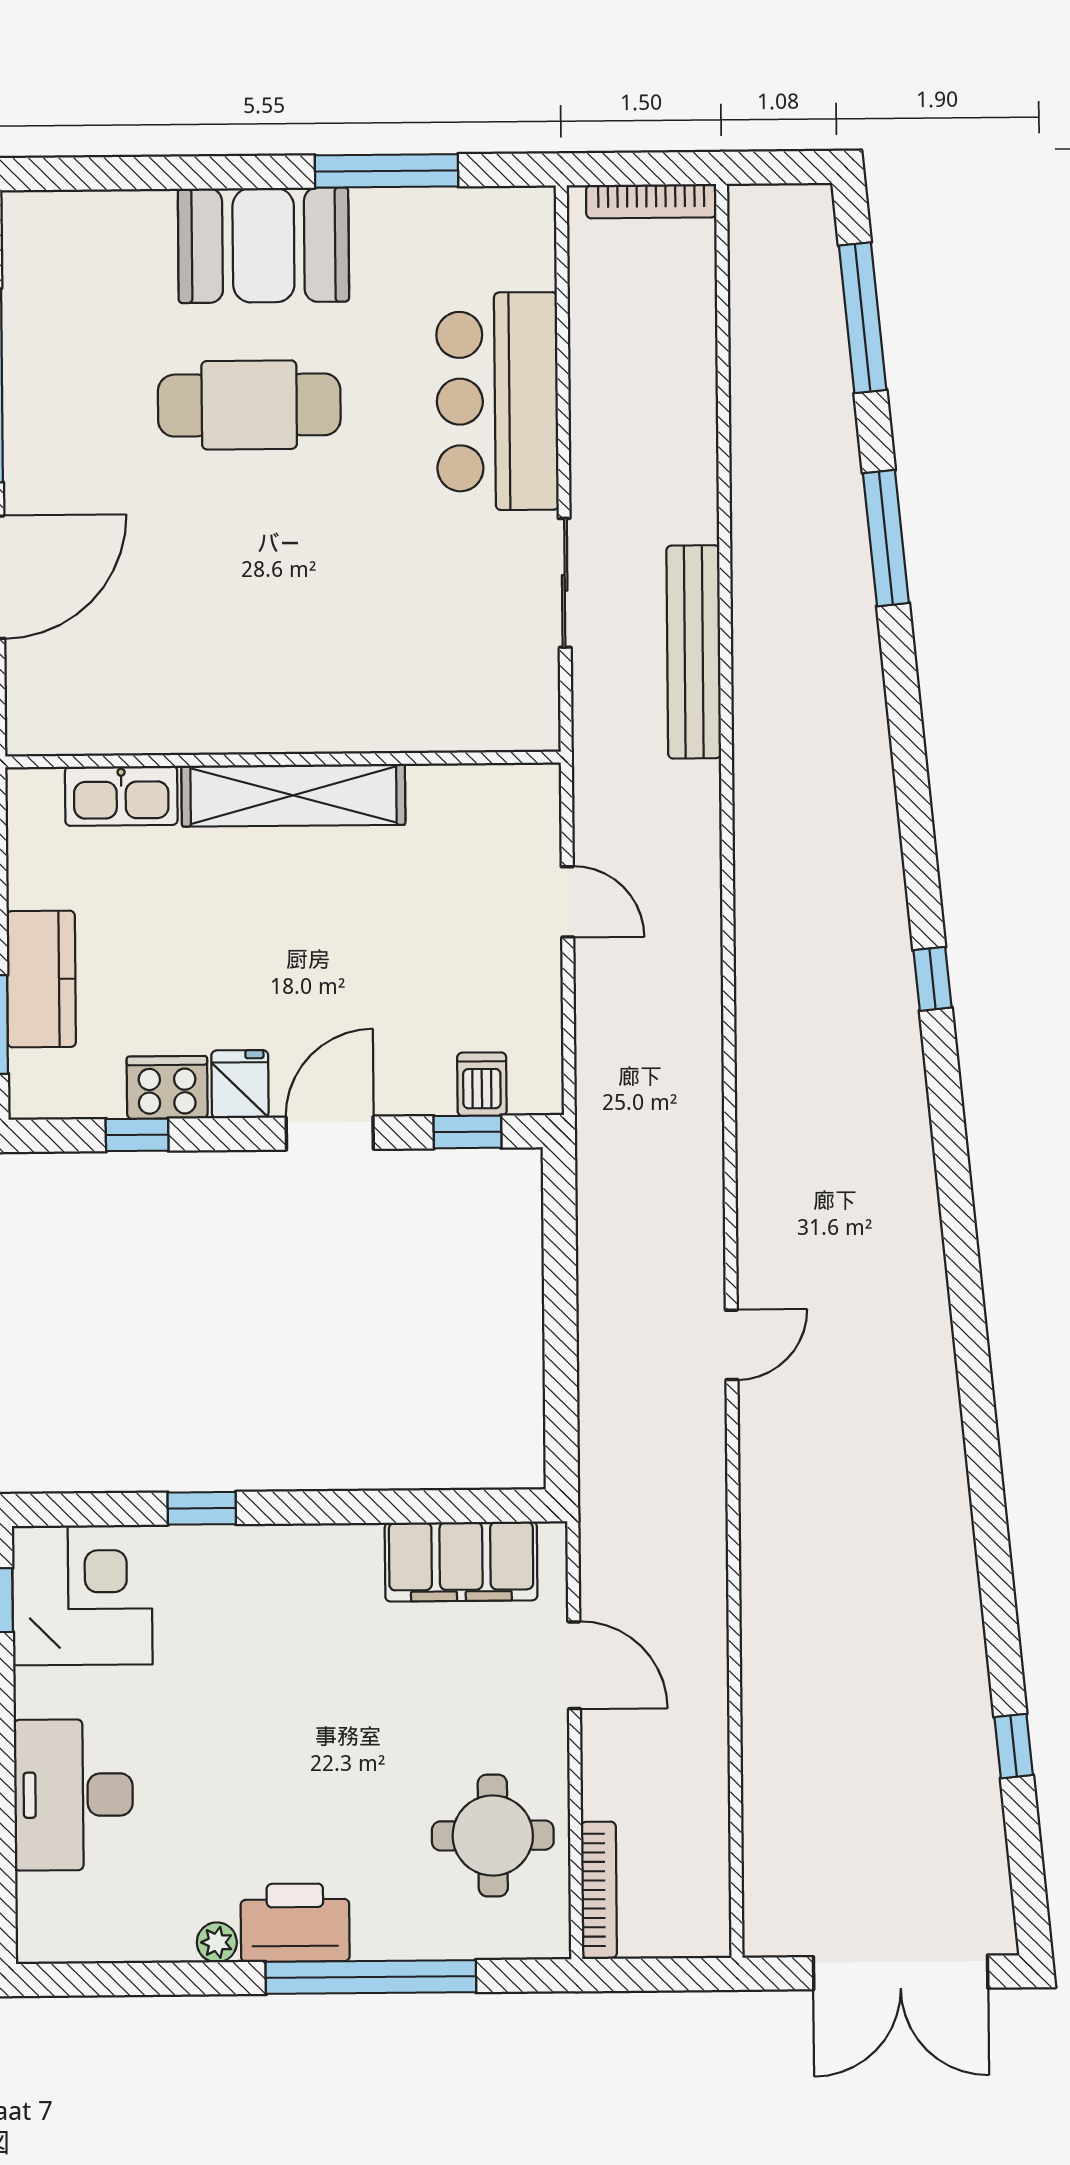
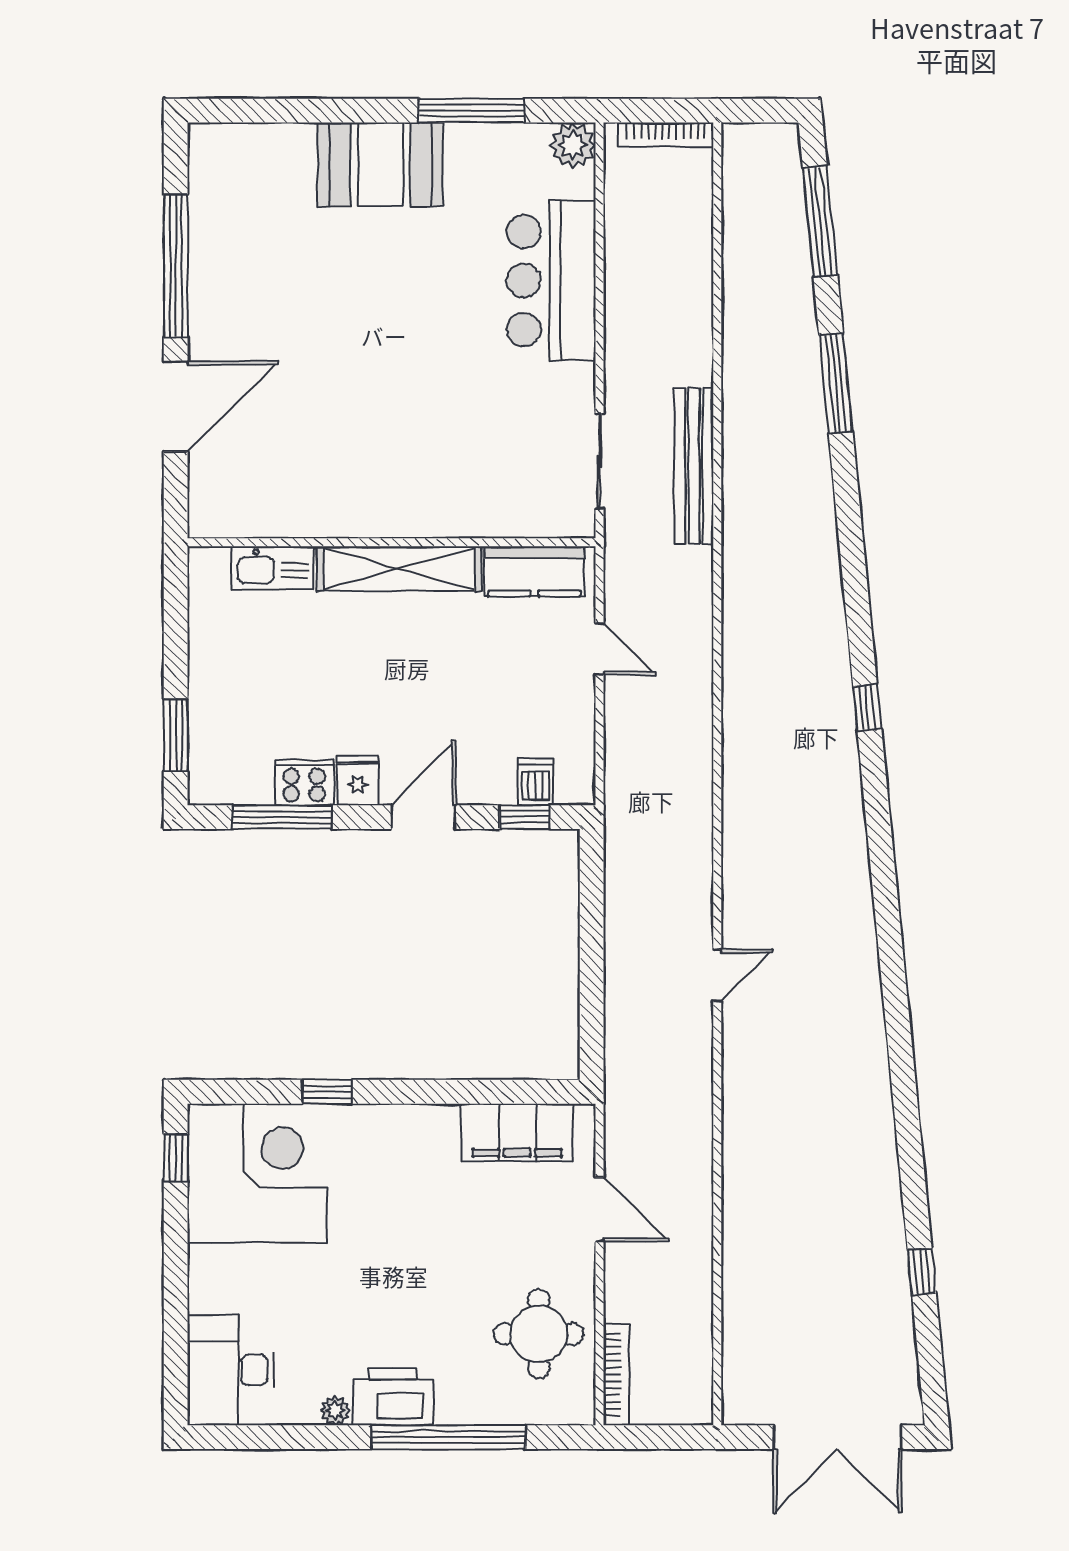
plant: (525, 217) -> (573, 145), added
cafe table: (249, 405) -> (369, 282), removed
sliding door: (565, 583) -> (600, 461), moved
kitchen counter: (41, 979) -> (534, 571), moved, turned 90
window: (137, 1135) -> (282, 817), width x2.17
corner desk: (82, 1595) -> (257, 1173), width x1.36, depth x1.36
desk: (73, 1795) -> (231, 1370), moved

